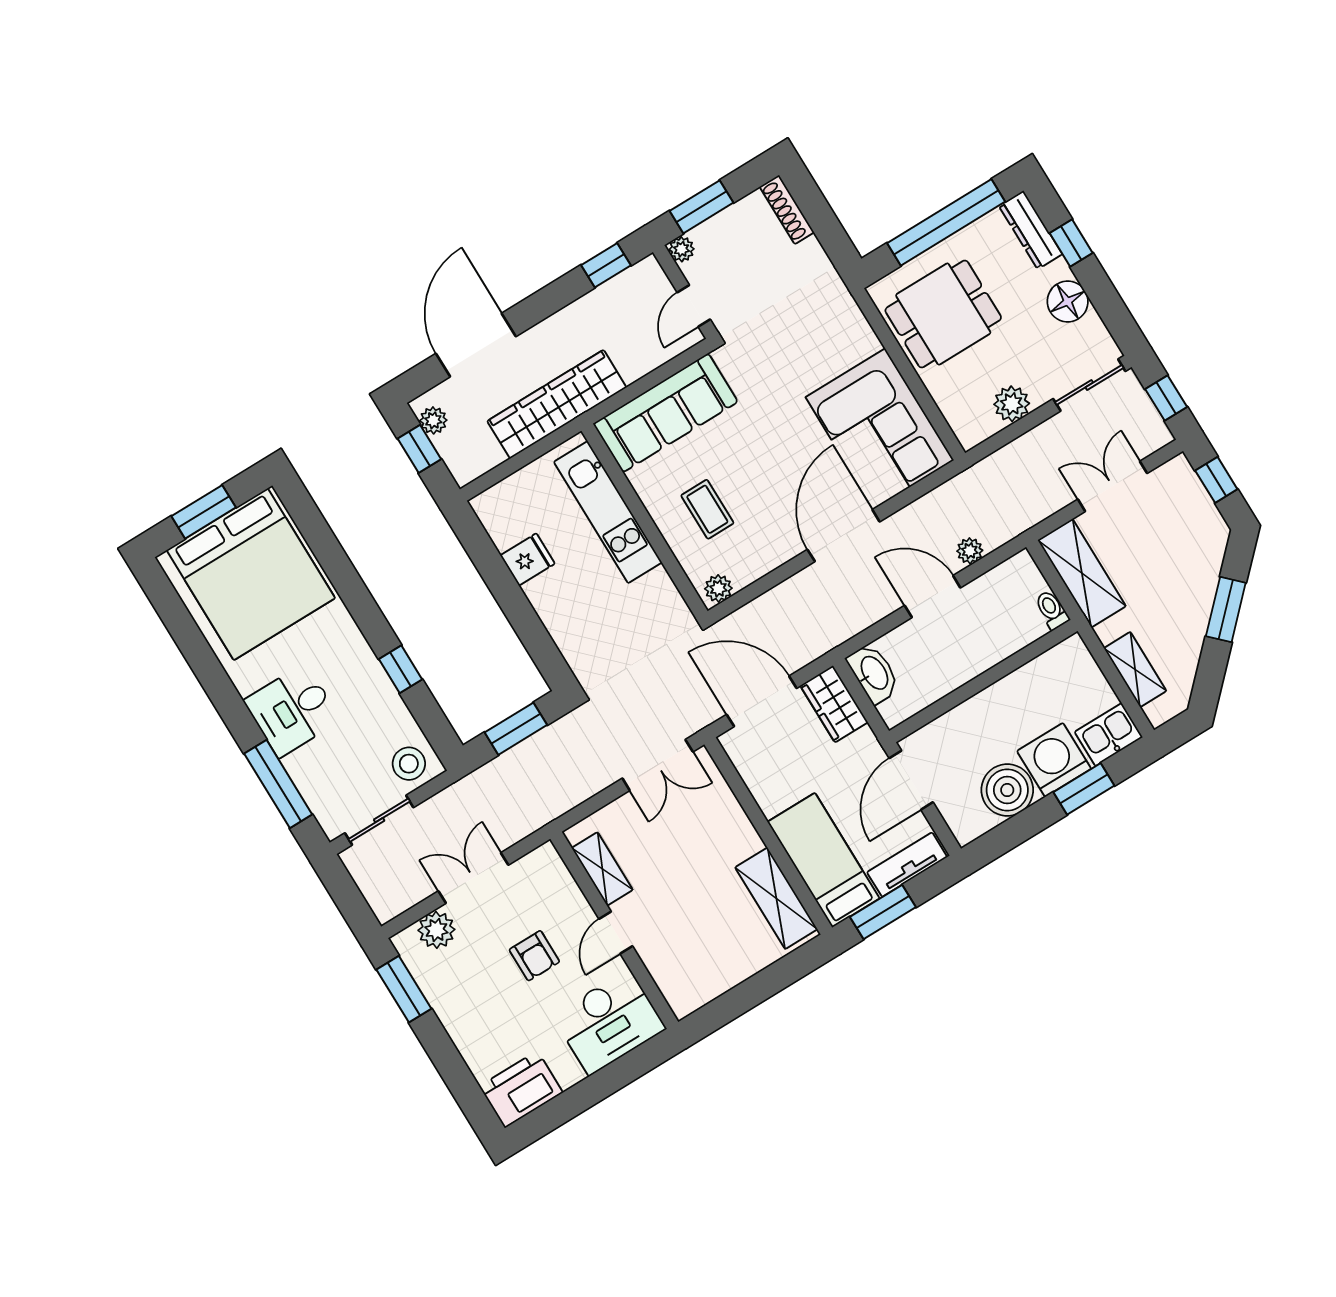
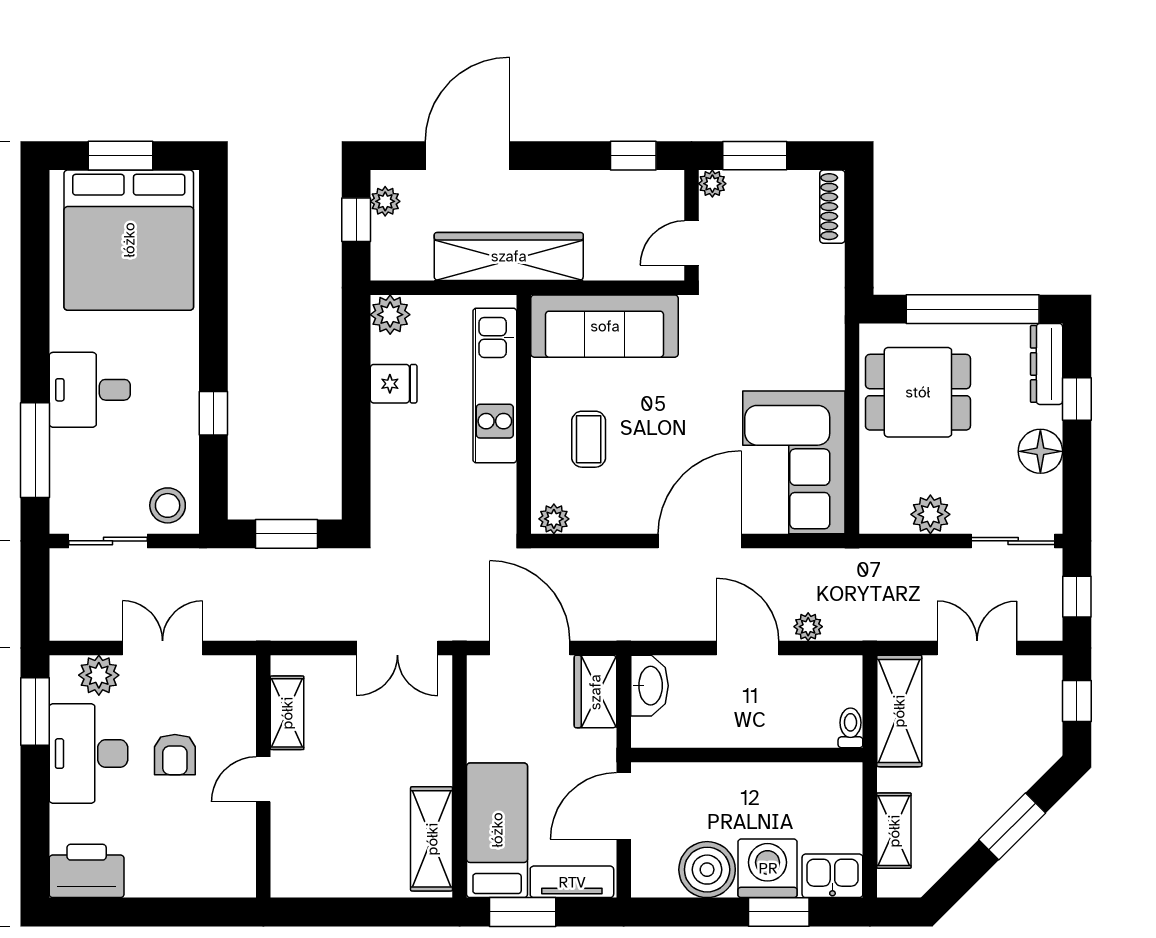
plant: (492, 507) -> (390, 315), added
desk: (609, 1022) -> (88, 754), moved, turned 90

